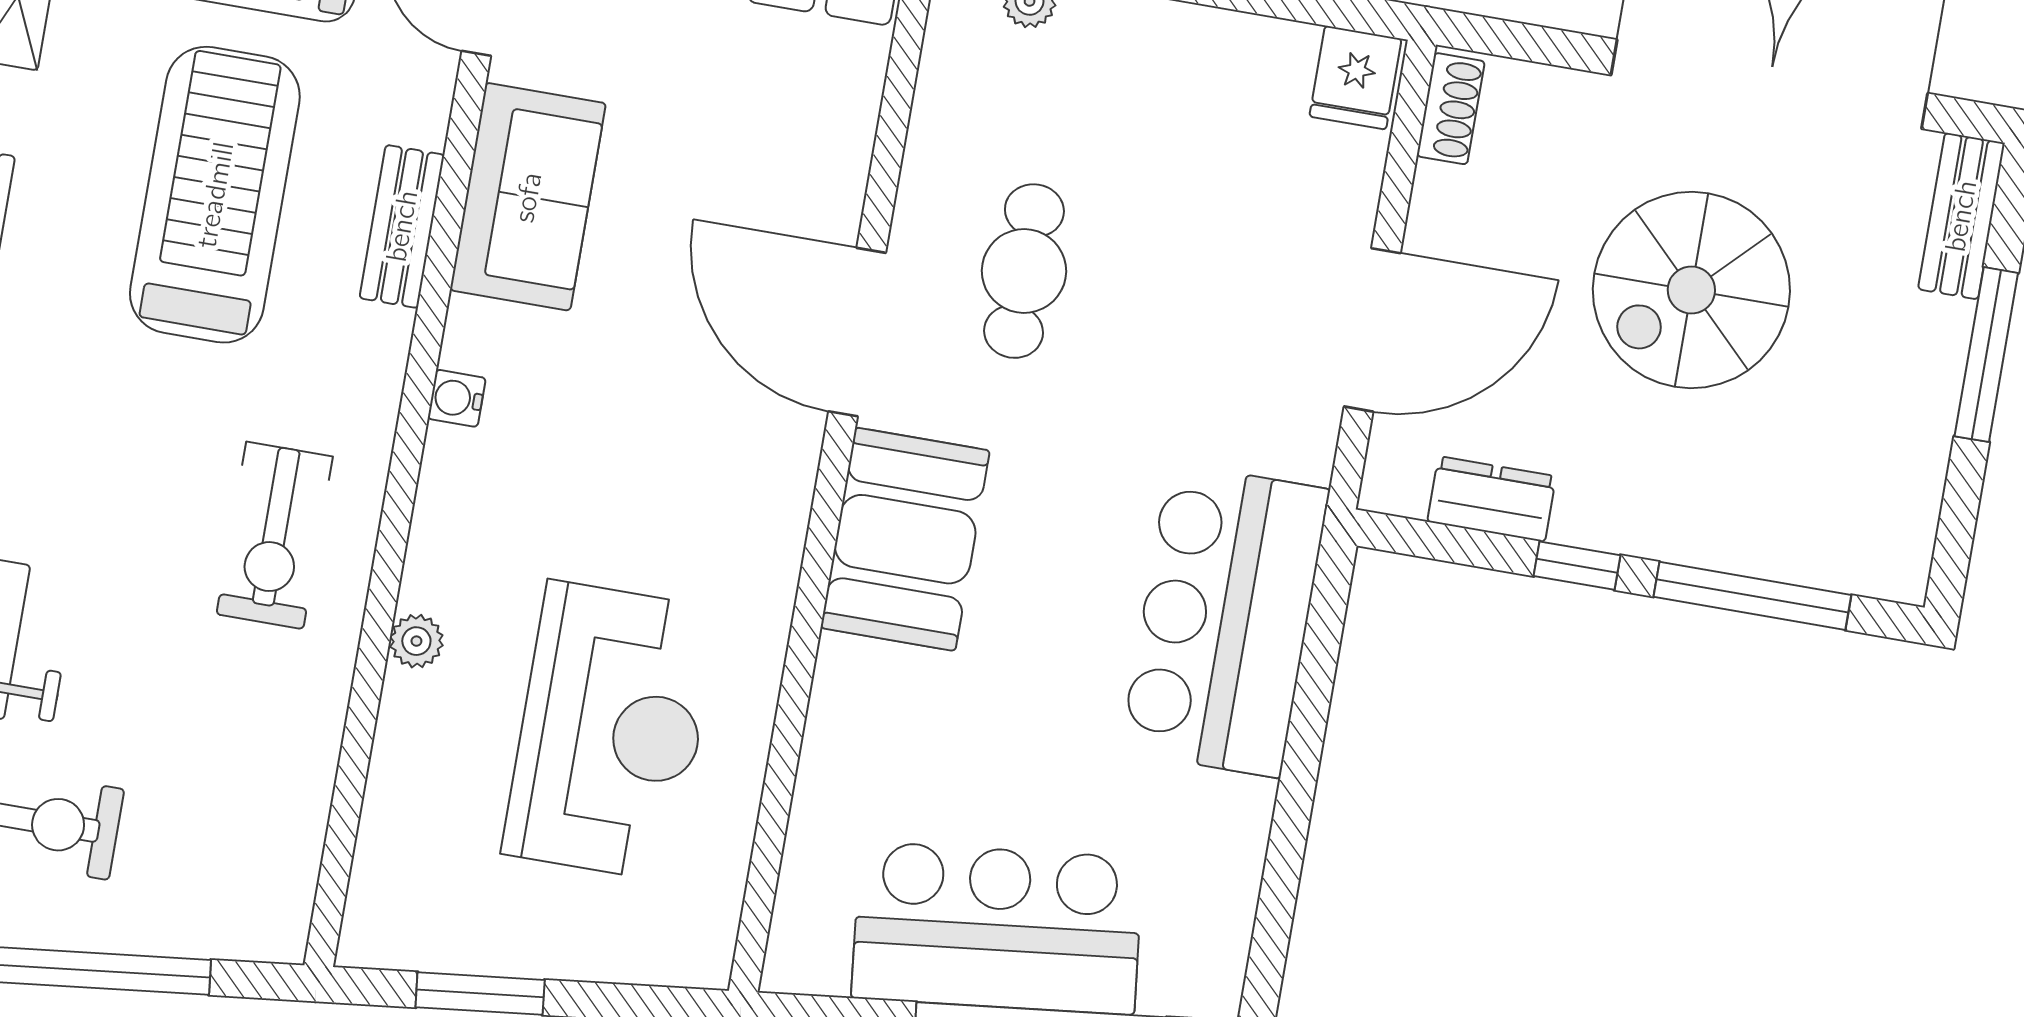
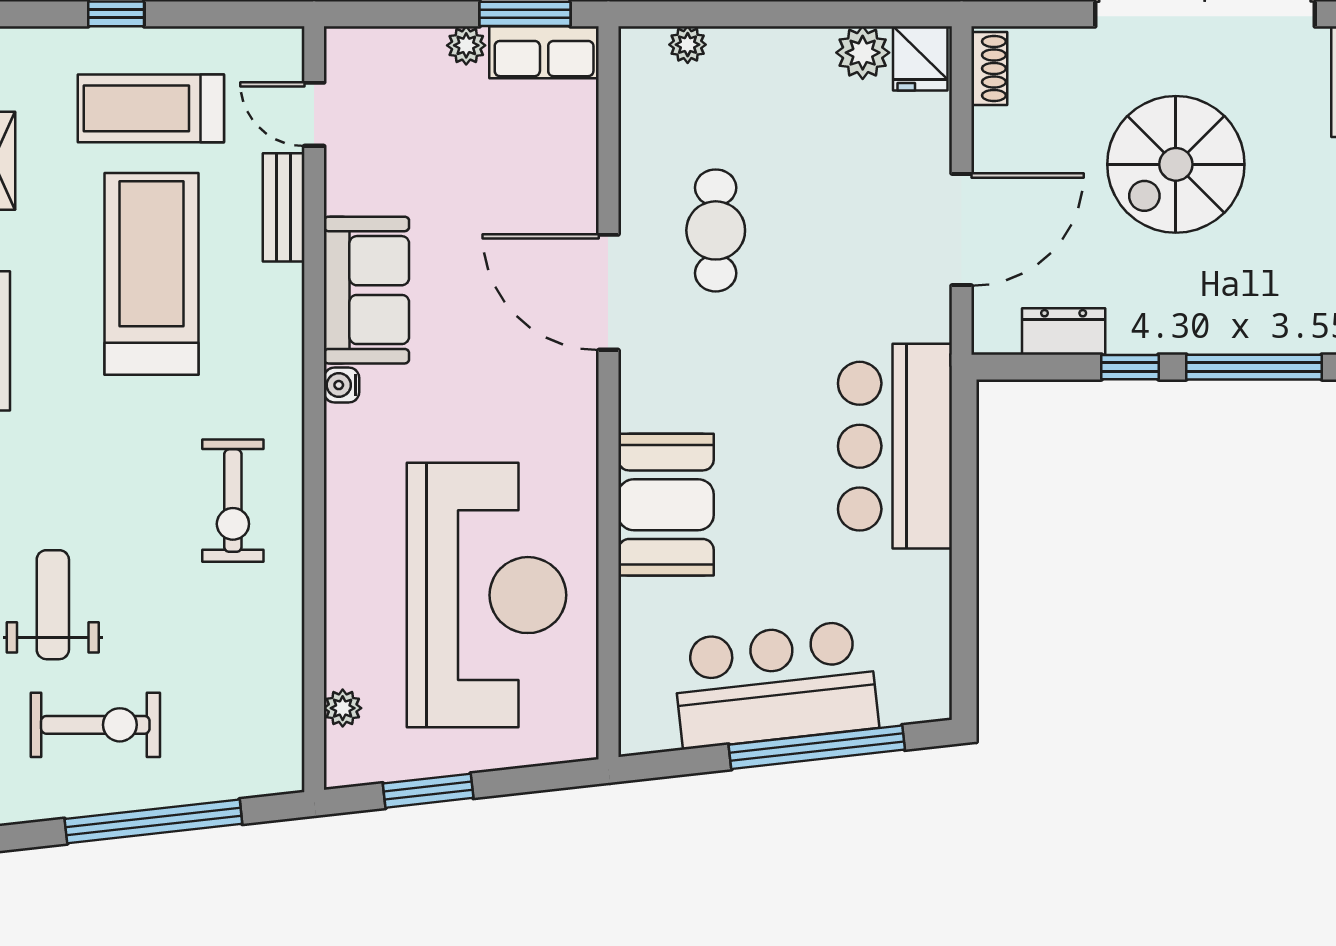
plant: (1275, 55) -> (863, 53), added
sofa: (528, 197) -> (366, 290), moved
bench: (402, 226) -> (284, 207), moved
booth: (905, 539) -> (666, 505), moved
plant: (416, 641) -> (343, 708), moved
reception desk: (611, 731) -> (487, 595), width x1.36, depth x1.30

